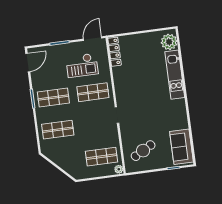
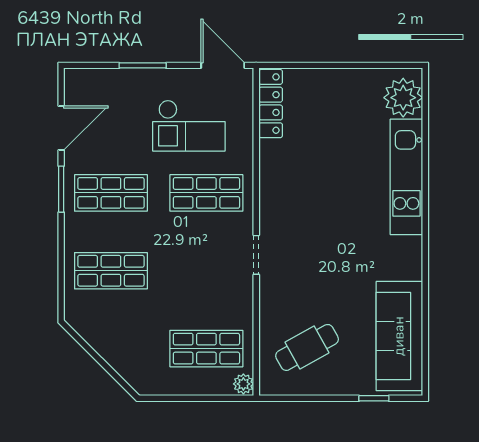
door: (93, 39) -> (223, 65), hinge flipped
door: (28, 63) -> (61, 128), moved
sofa: (181, 147) -> (399, 336), width x1.36

